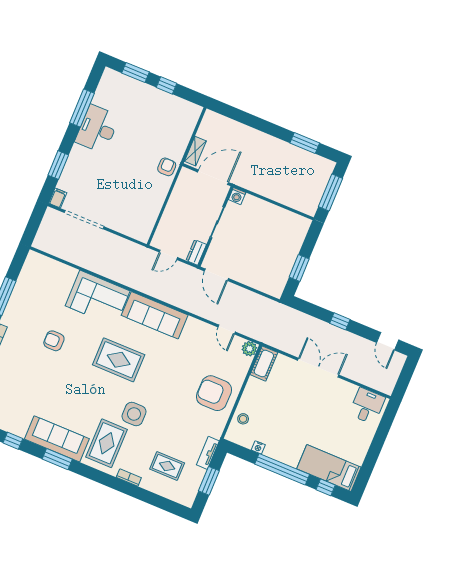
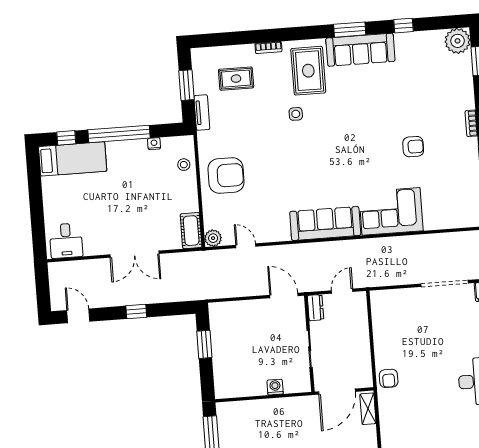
washing machine: (237, 196) -> (275, 387), moved
rug: (119, 360) -> (339, 160), removed
side table: (134, 414) -> (296, 114), width x0.54, depth x0.54

